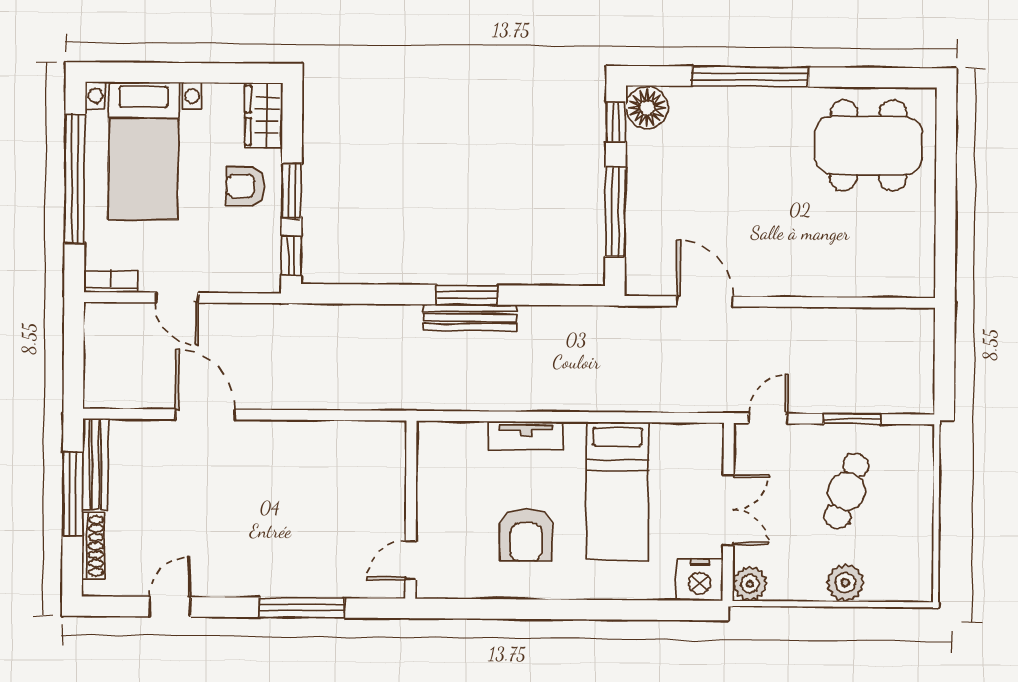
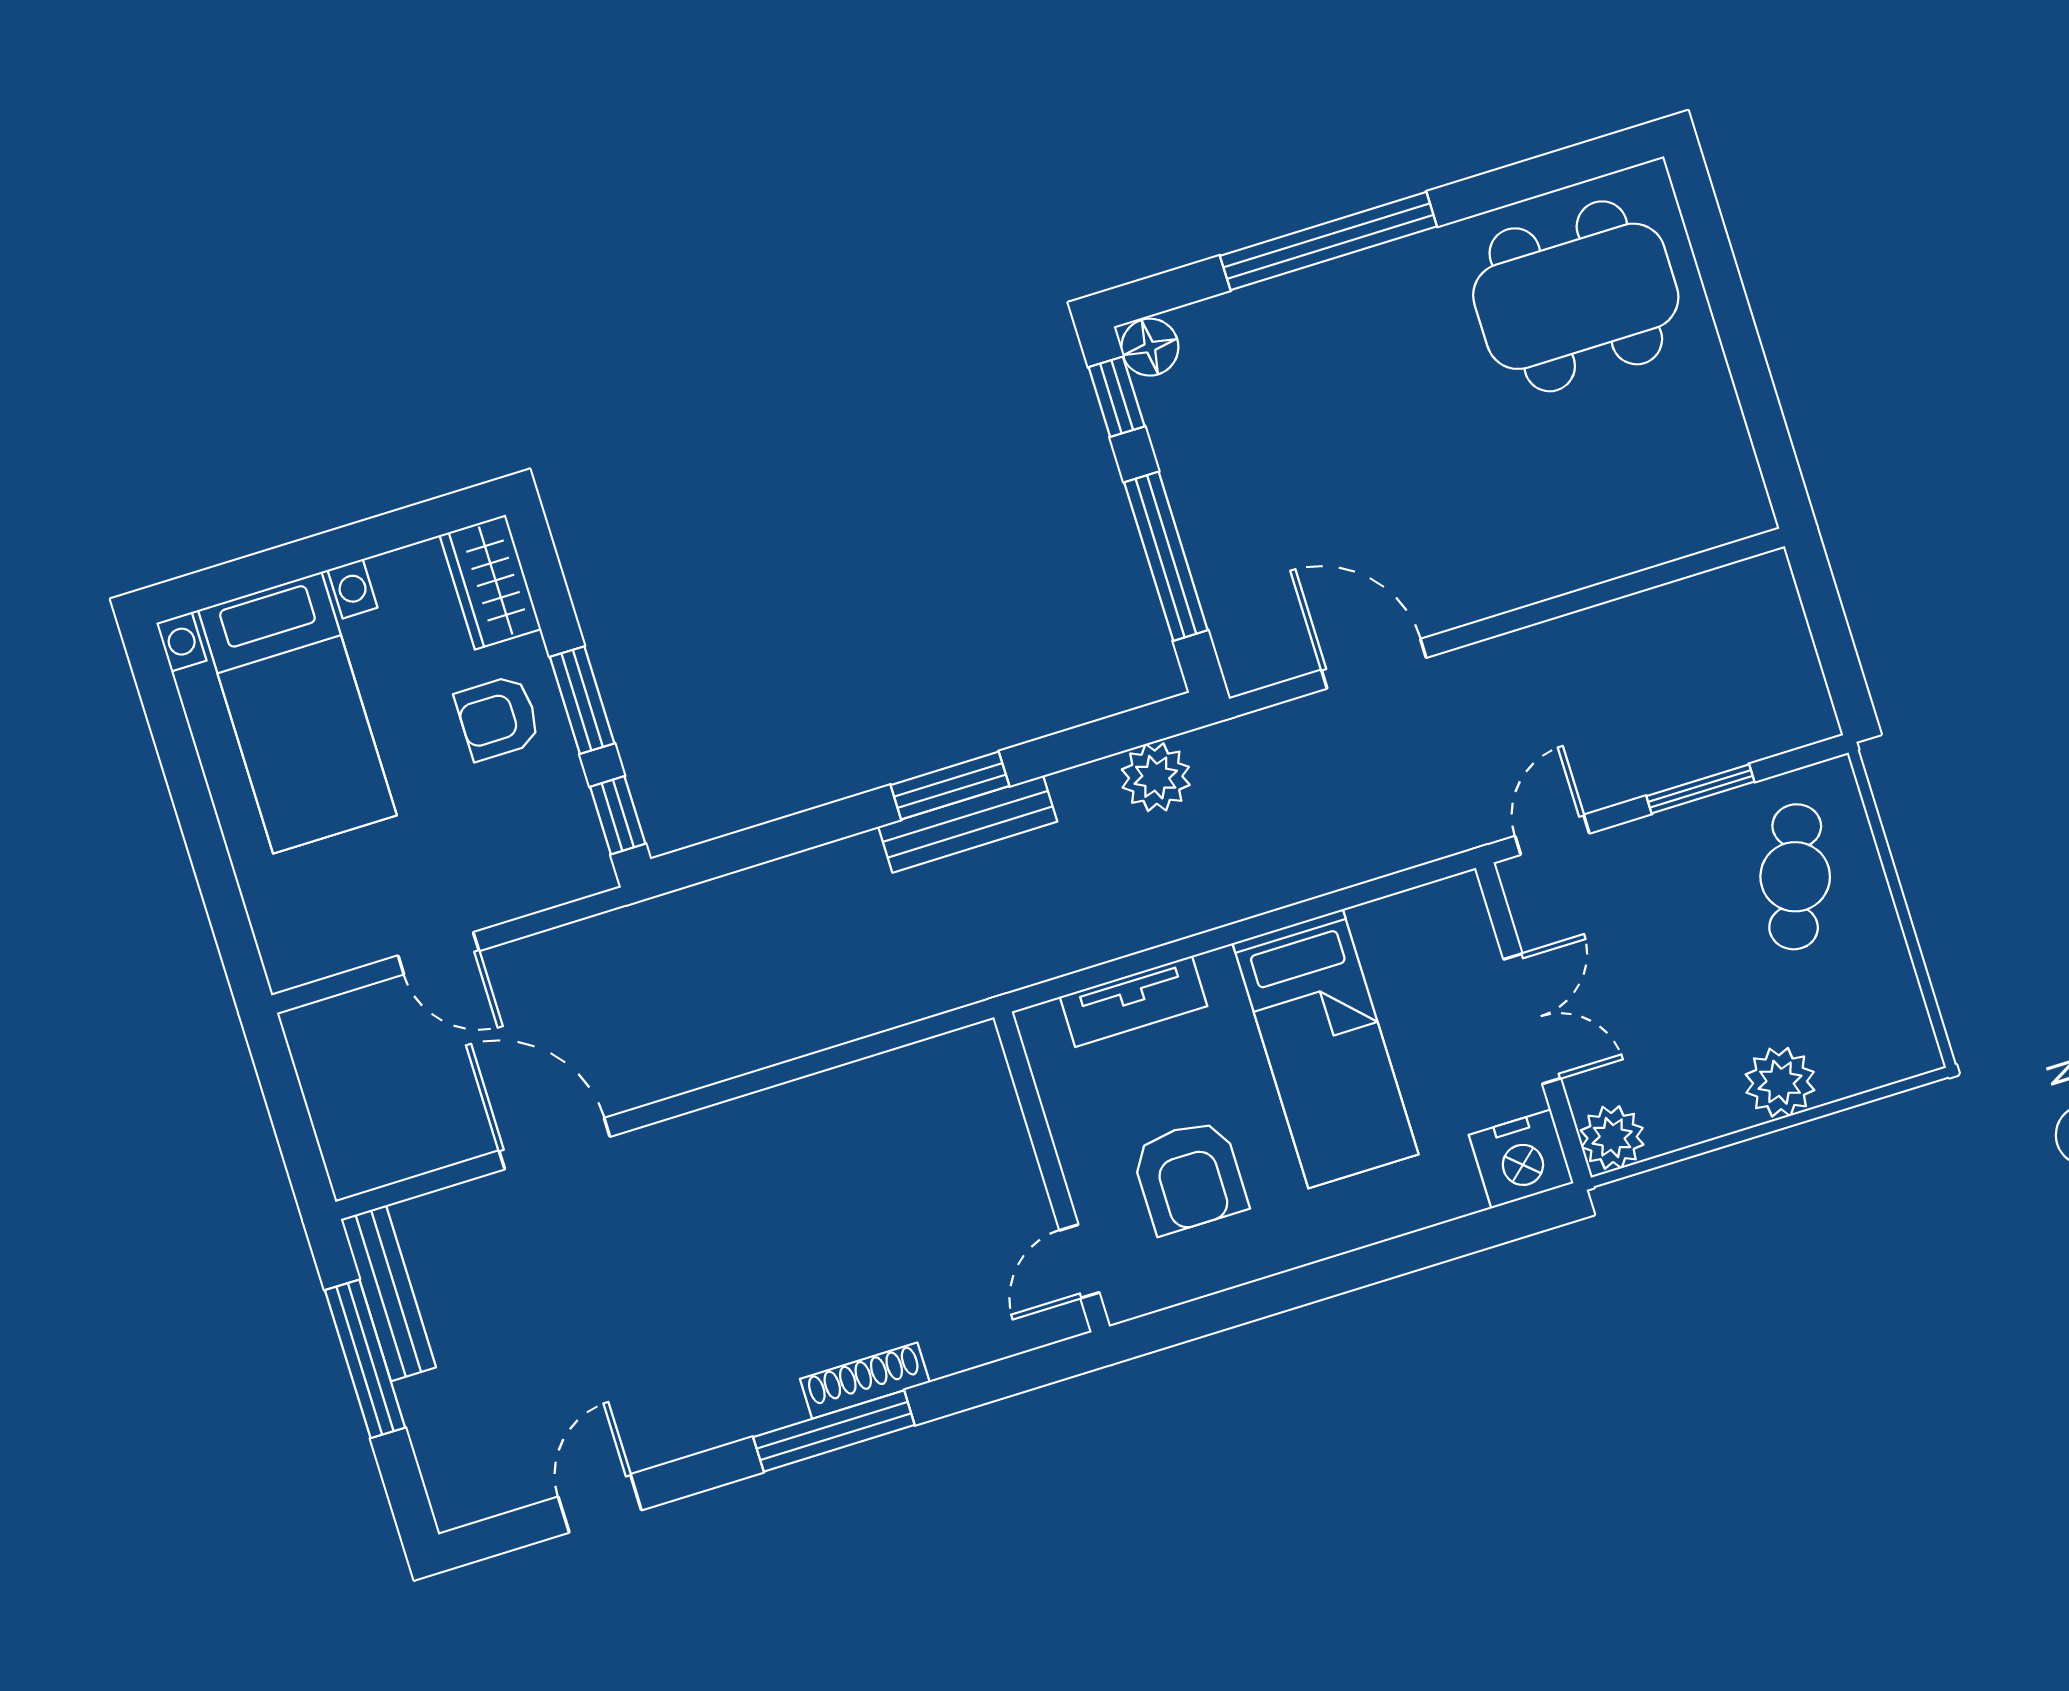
floor lamp: (647, 108) -> (1150, 347), width x0.73, depth x0.73
window: (75, 179) -> (192, 800), removed
bookcase: (111, 281) -> (314, 961), removed
plant: (574, 324) -> (1156, 777), added
cafe table: (847, 491) -> (1795, 877), moved
wall: (411, 510) -> (1052, 1172), moved
shoe rack: (93, 546) -> (865, 1381), moved, turned -90
door: (411, 560) -> (1079, 1261), moved

